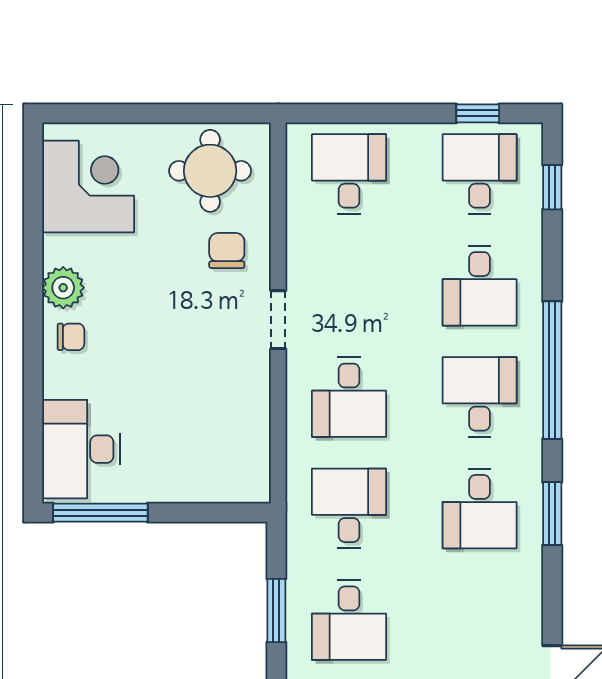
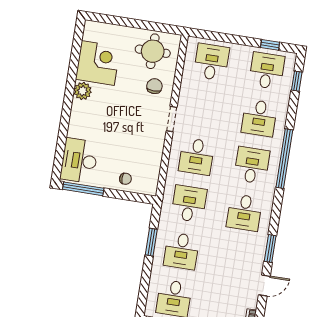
corner desk: (88, 187) -> (98, 63), moved
chair: (71, 337) -> (125, 179), moved
window: (552, 514) -> (270, 249), moved

